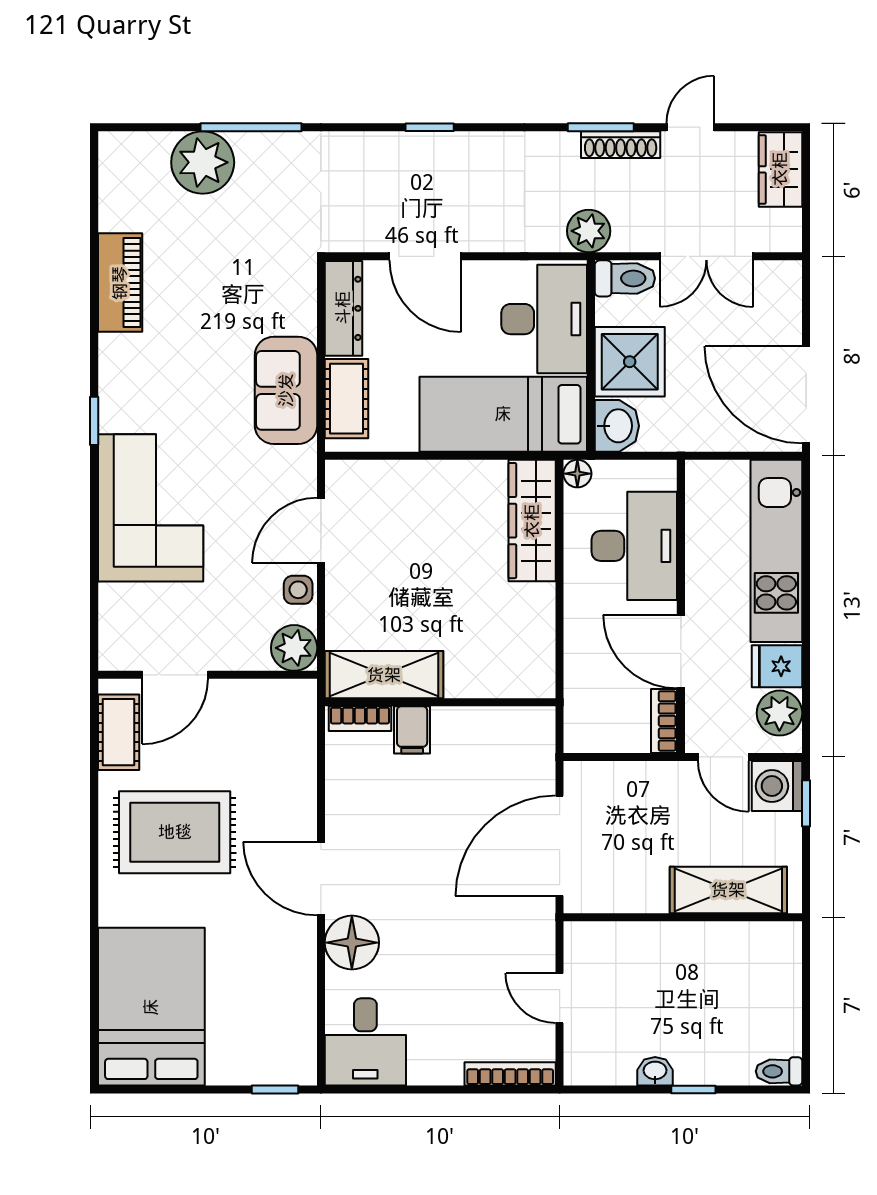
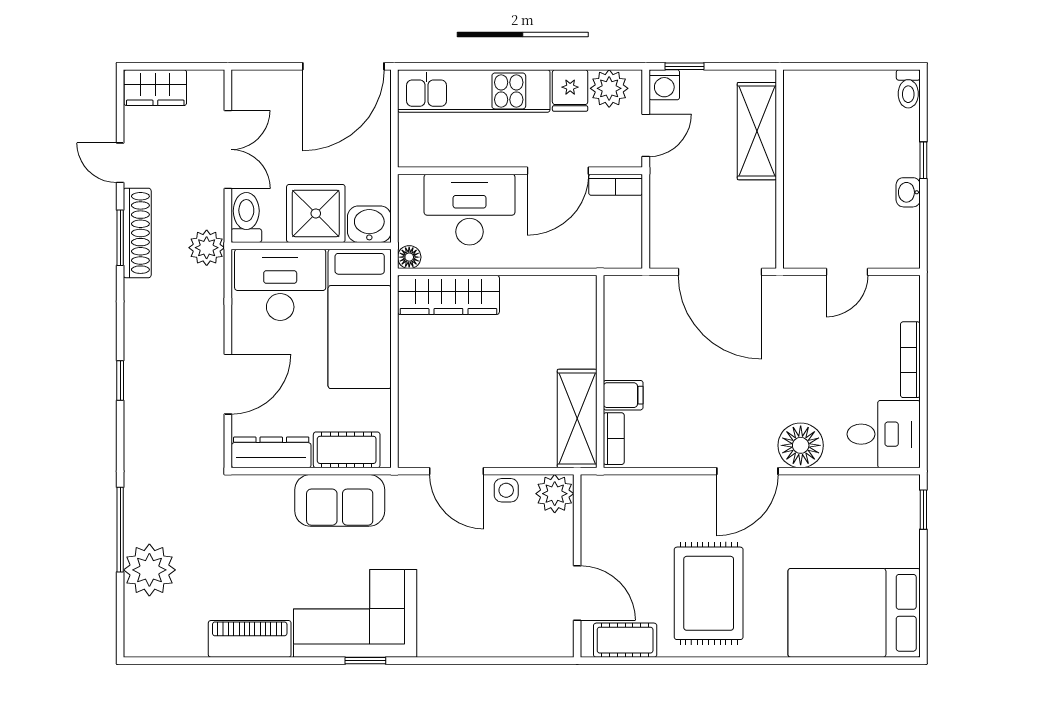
shoe rack: (621, 145) -> (137, 233), width x1.36, depth x1.24
corner sofa: (151, 508) -> (355, 613), moved
washing machine: (777, 786) -> (664, 85), width x0.73, depth x0.73
bookcase: (510, 1074) -> (910, 360), moved

